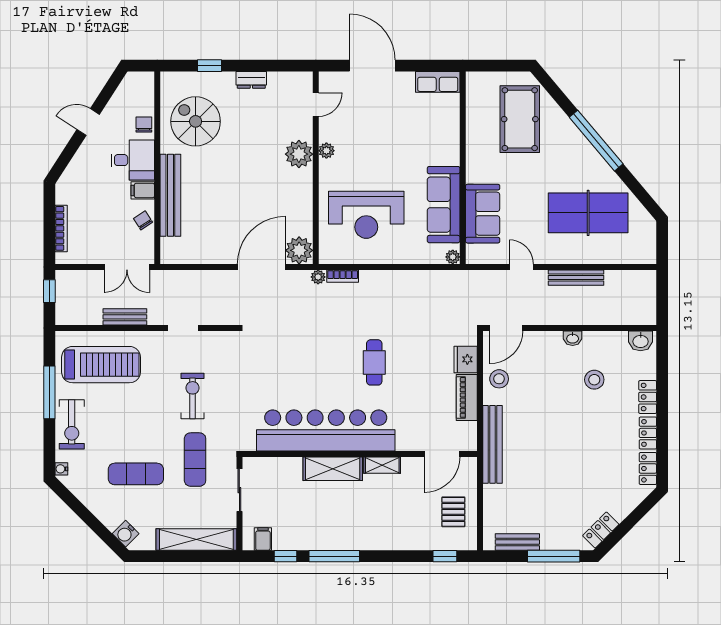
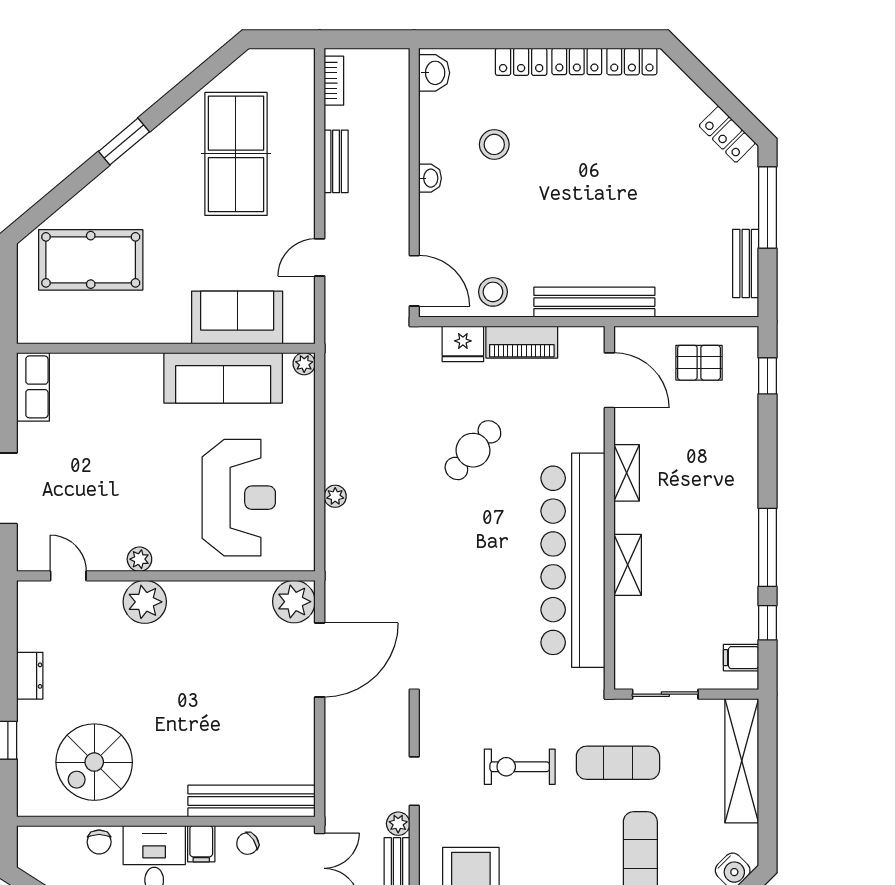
chair: (144, 125) -> (99, 842), turned -90
window: (596, 141) -> (124, 142), width x0.47
bench: (170, 195) -> (252, 801), moved
door: (261, 267) -> (320, 660), swing flipped
bookcase: (343, 276) -> (334, 81), moved
plant: (318, 277) -> (335, 496), moved
bench: (576, 278) -> (336, 161), width x0.73
plant: (156, 318) -> (398, 824), added
cafe table: (374, 362) -> (473, 450), moved, turned -48
shelving: (333, 469) -> (628, 565), width x0.67, depth x0.75

